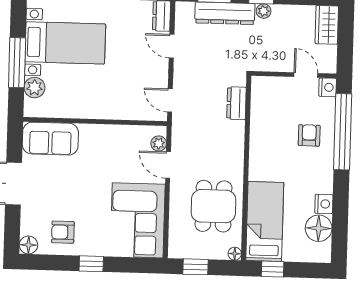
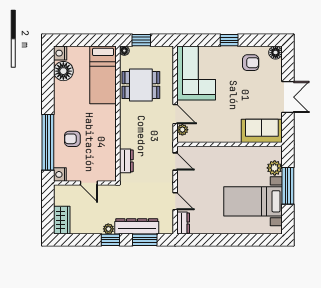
door: (306, 75) -> (89, 183), moved
armchair: (309, 135) -> (72, 139), turned 90
nightstand: (324, 204) -> (60, 53), moved
dining table: (213, 206) -> (141, 85), turned 90
window: (196, 267) -> (141, 40), moved
window: (273, 269) -> (96, 40), removed

